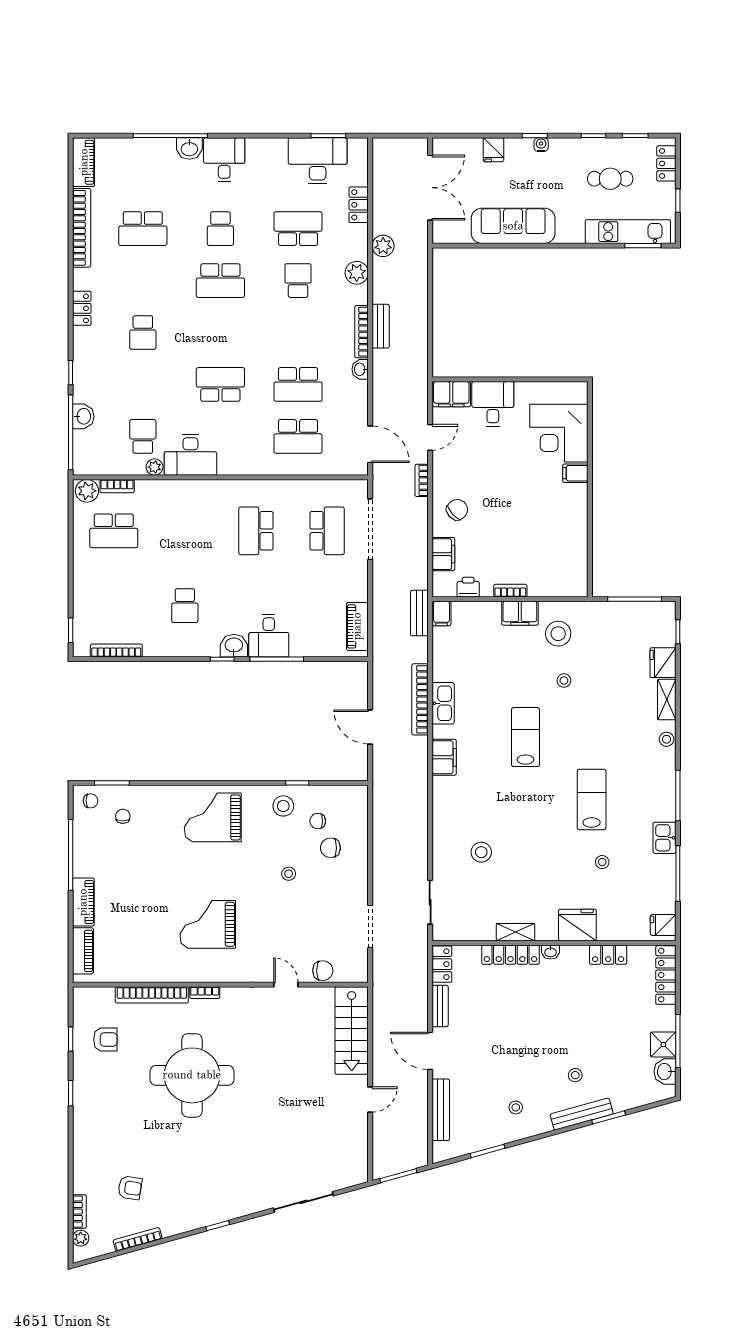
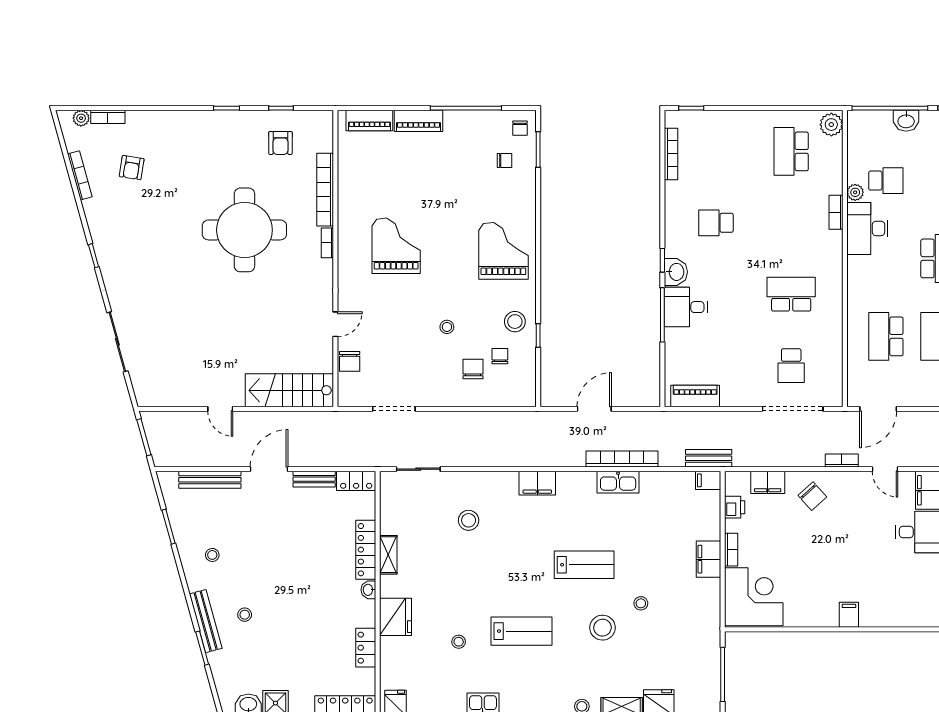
corner desk: (559, 433) -> (754, 597), moved, turned 90
bookcase: (117, 486) -> (836, 212), moved
school desk: (327, 531) -> (791, 366), width x0.54
stool: (558, 634) -> (602, 628), moved
filing cabinet: (444, 757) -> (537, 483), moved

